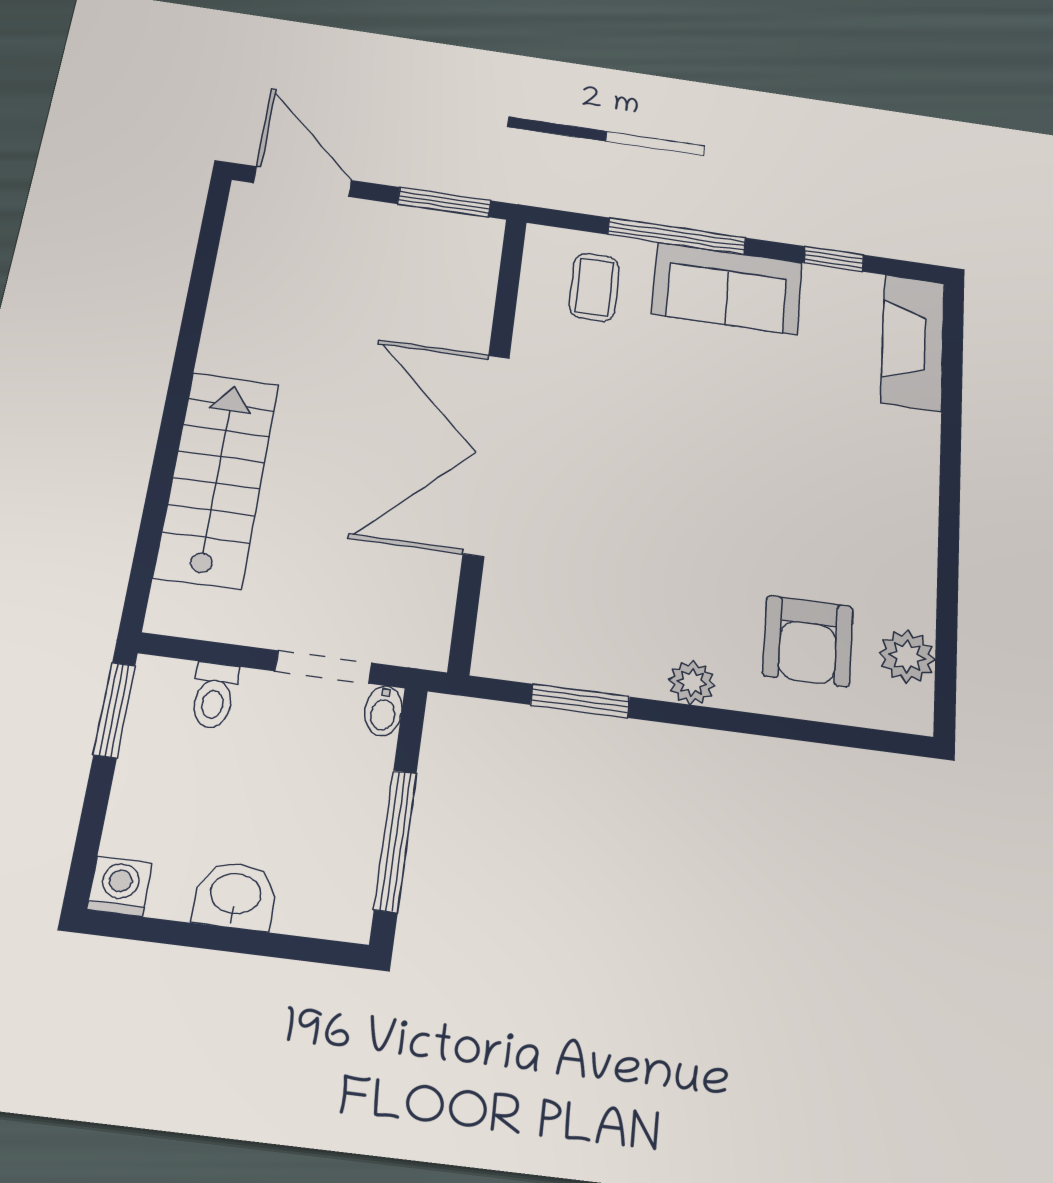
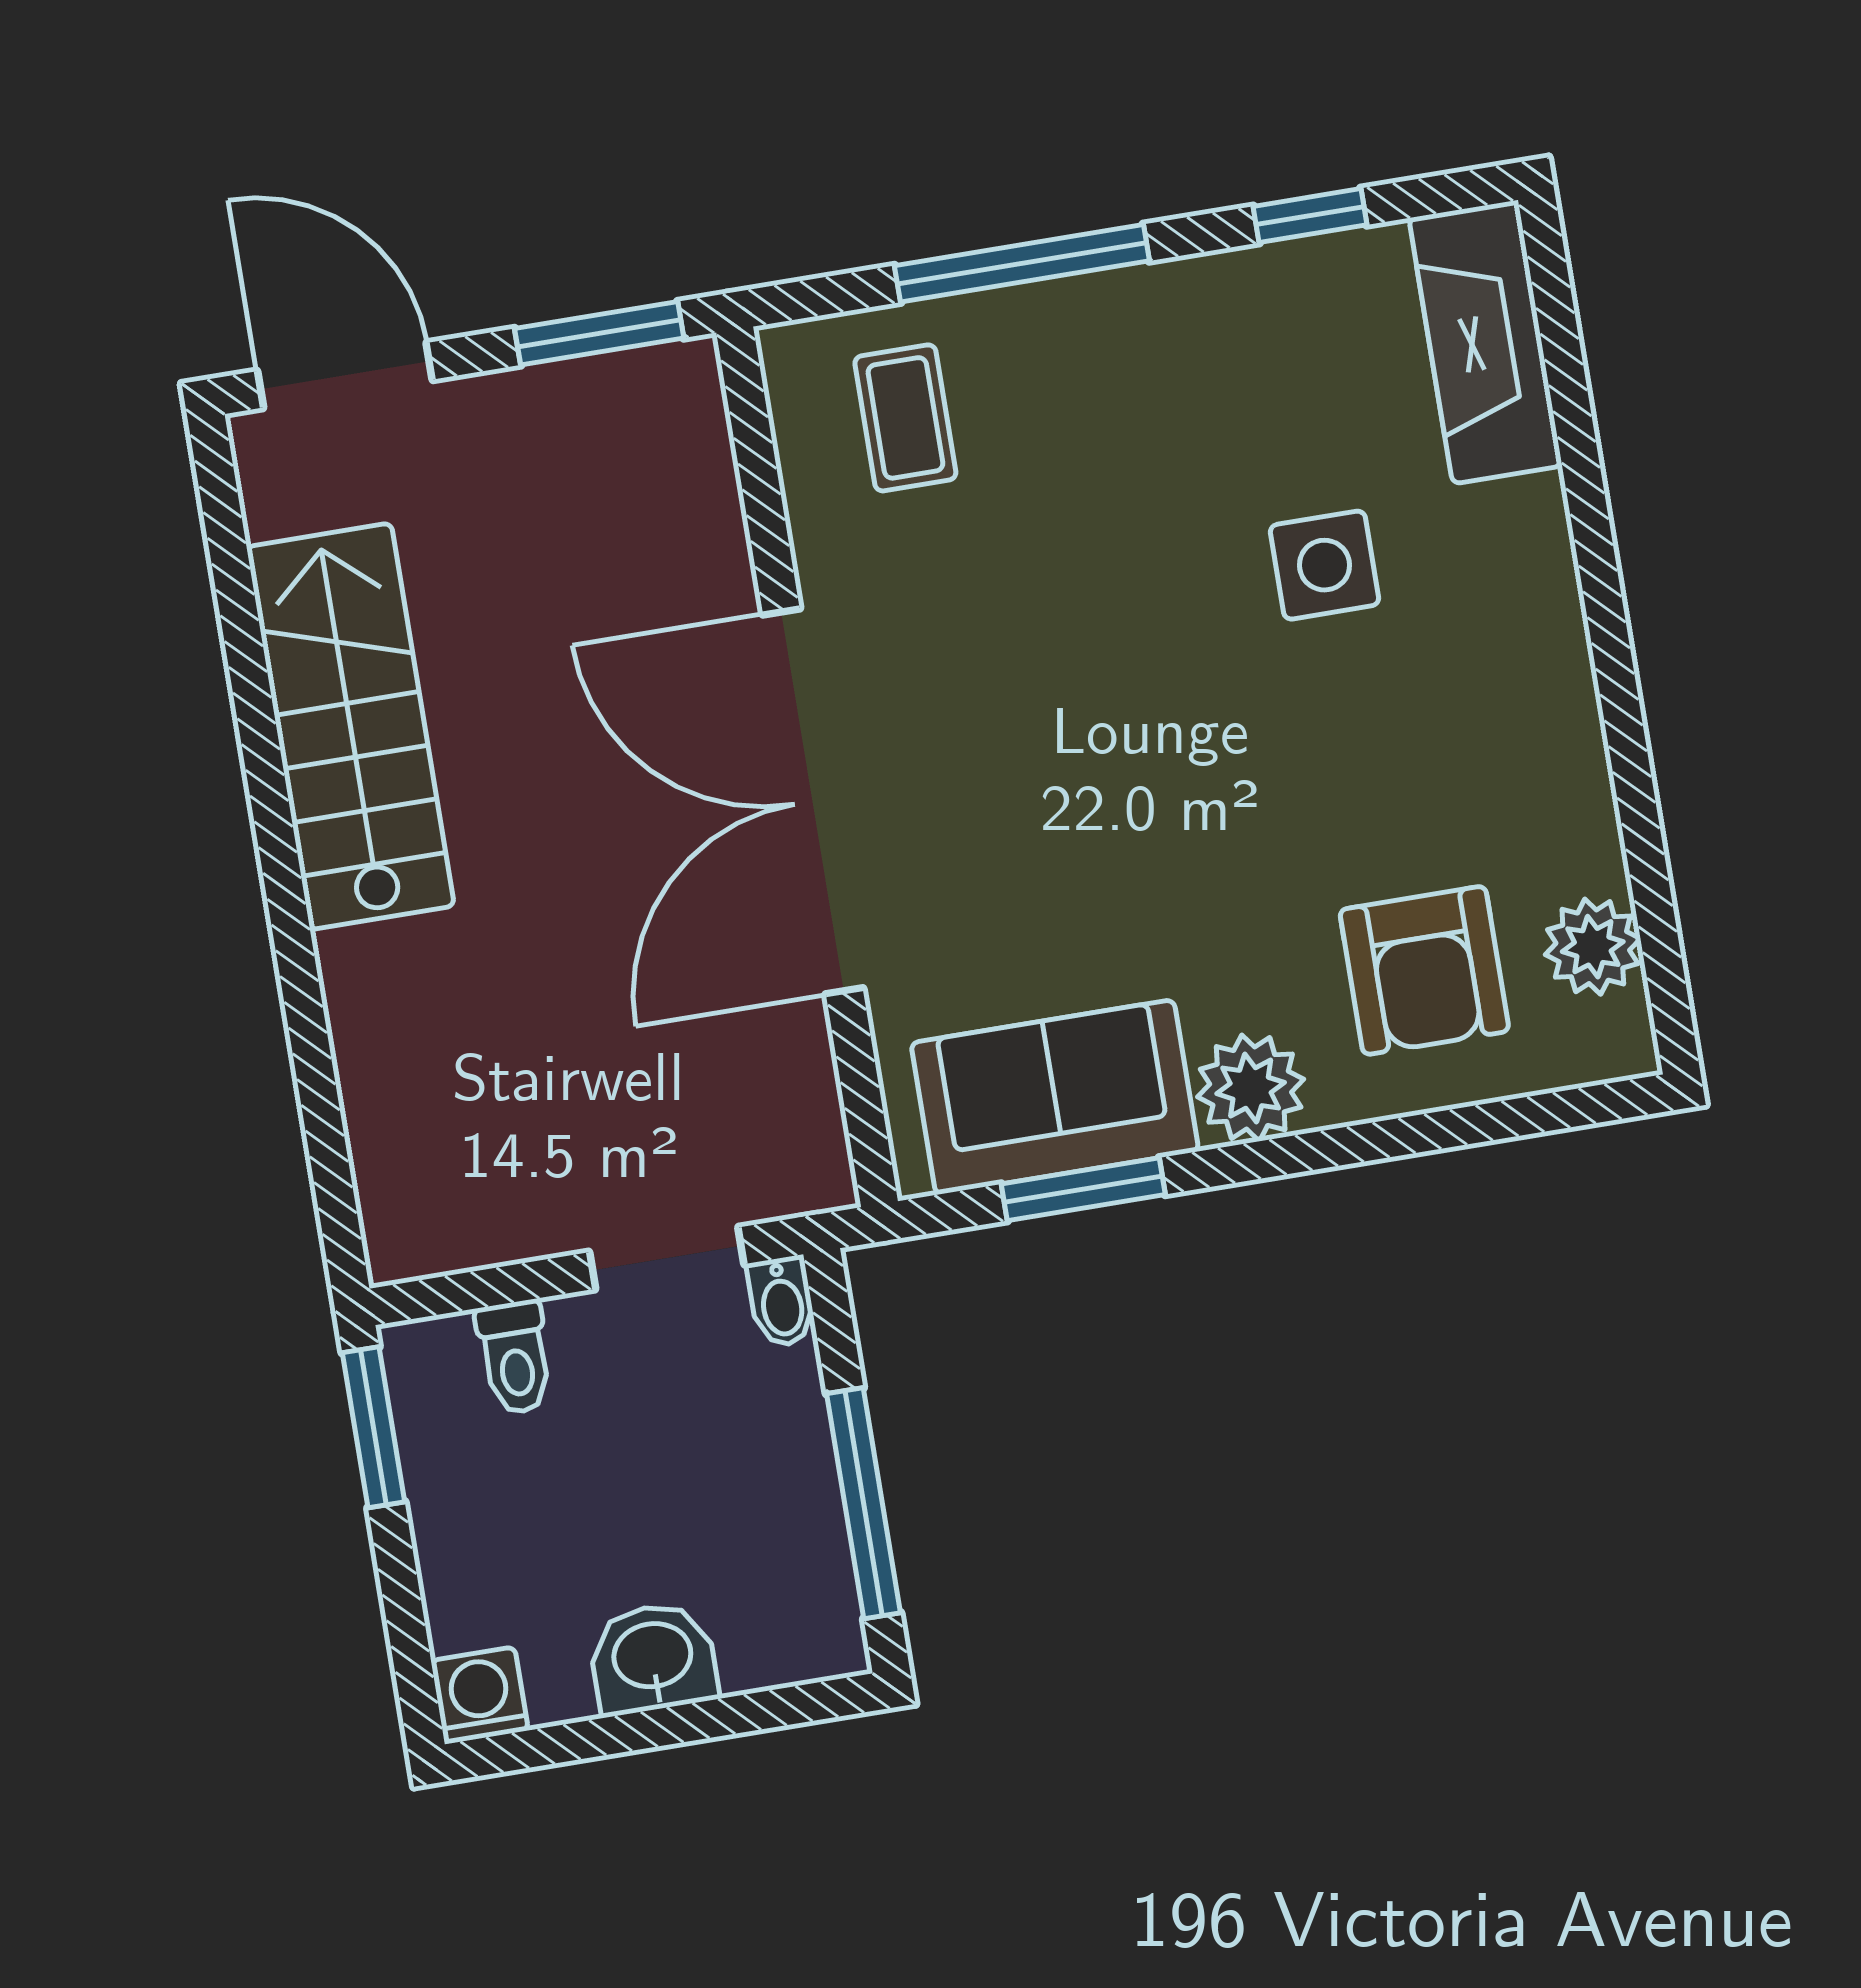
sofa: (727, 288) -> (1055, 1097), moved, turned 180
side table: (801, 421) -> (1324, 565), added
stairs: (217, 479) -> (350, 726), moved
plant: (692, 683) -> (1251, 1088), width x1.38, depth x1.38

